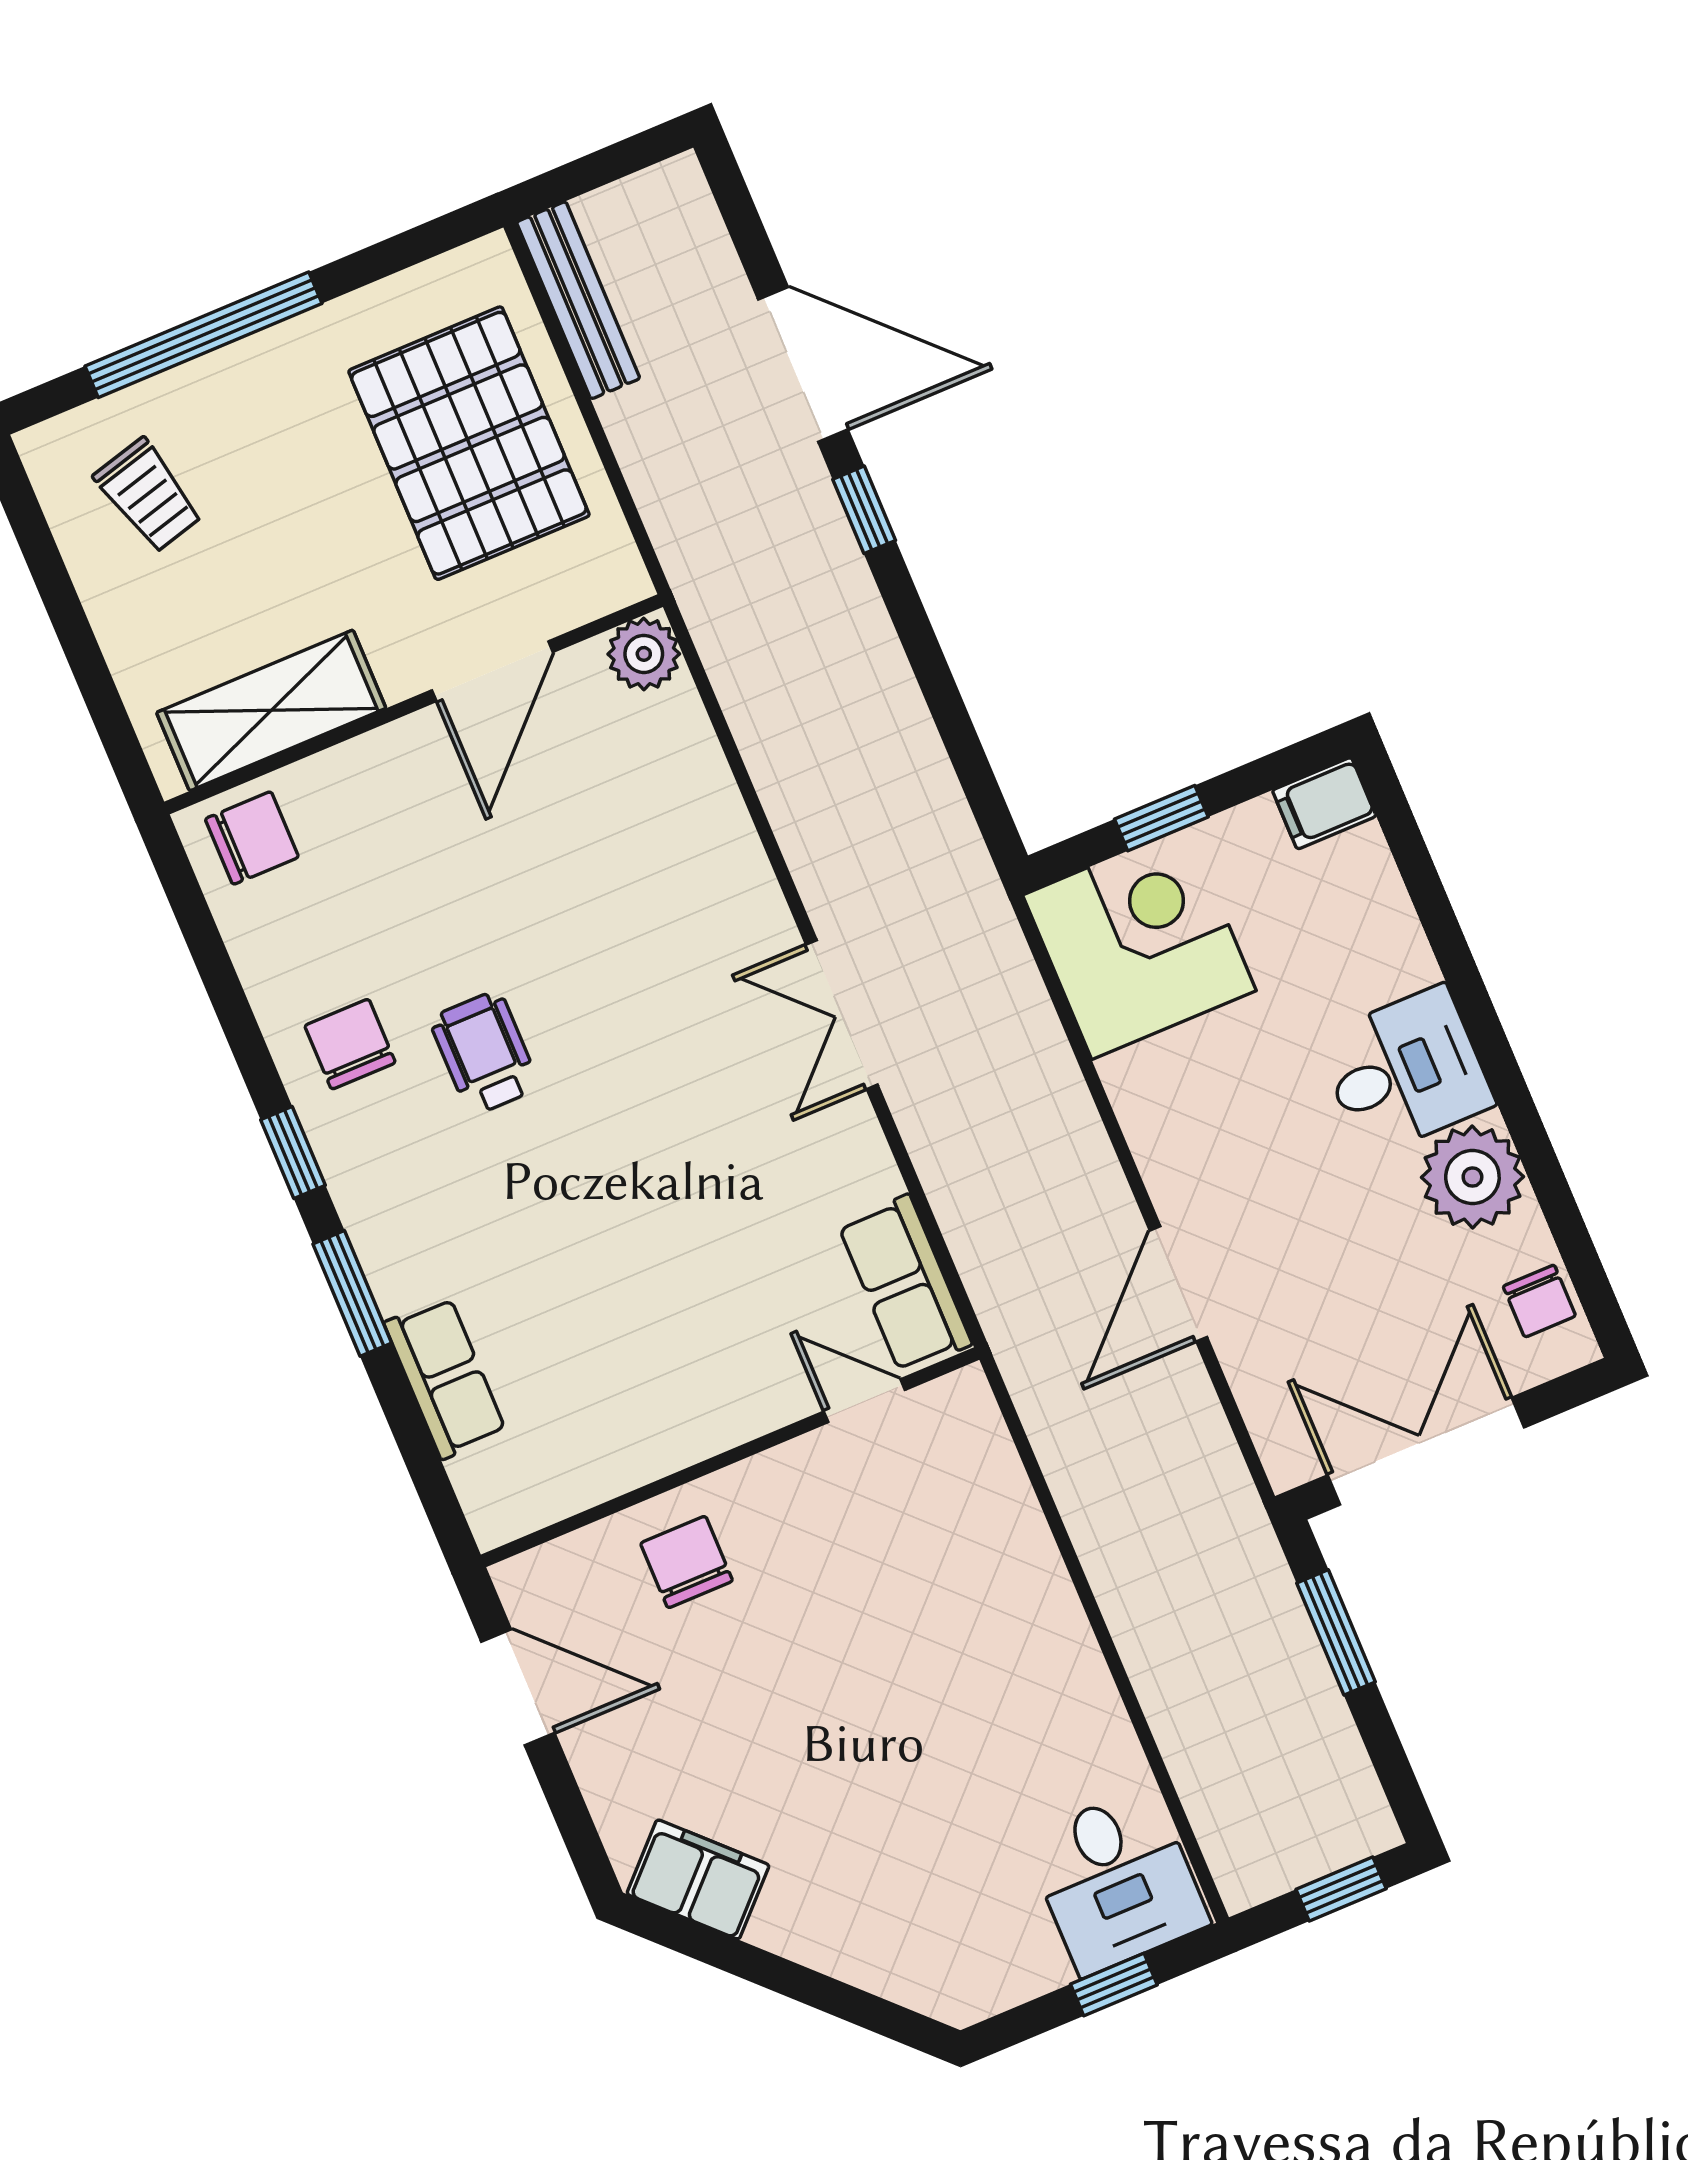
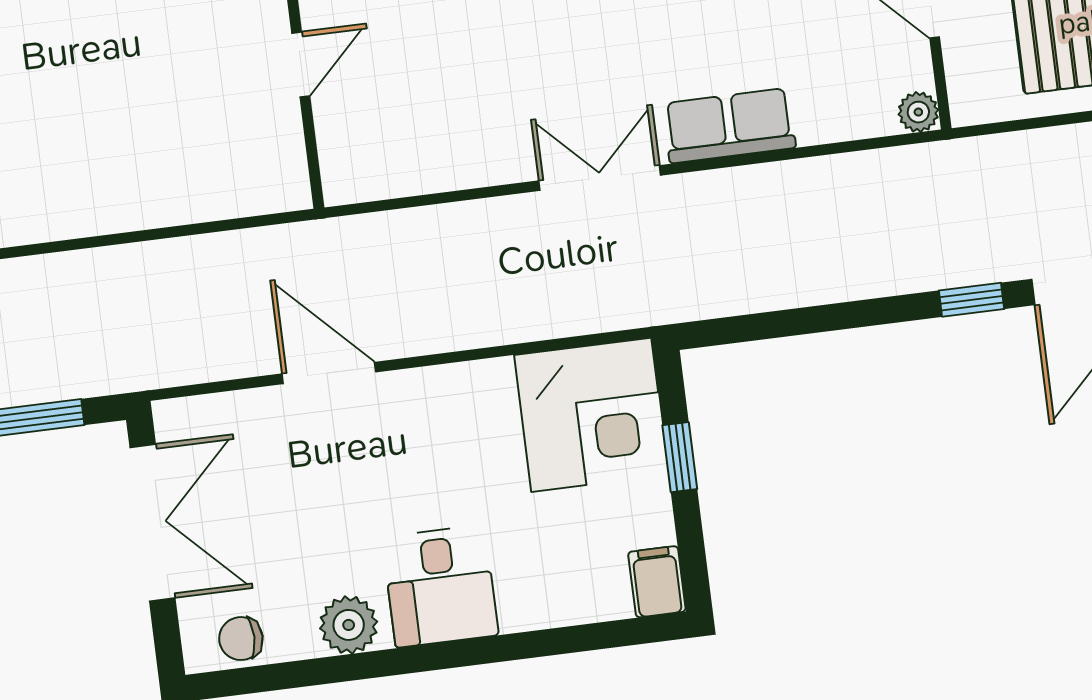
plant: (644, 654) -> (918, 112), width x0.73, depth x0.73
plant: (1472, 1177) -> (349, 625), width x0.73, depth x0.73
row of seats: (905, 1284) -> (729, 126), moved
door: (864, 1401) -> (301, 64), moved

